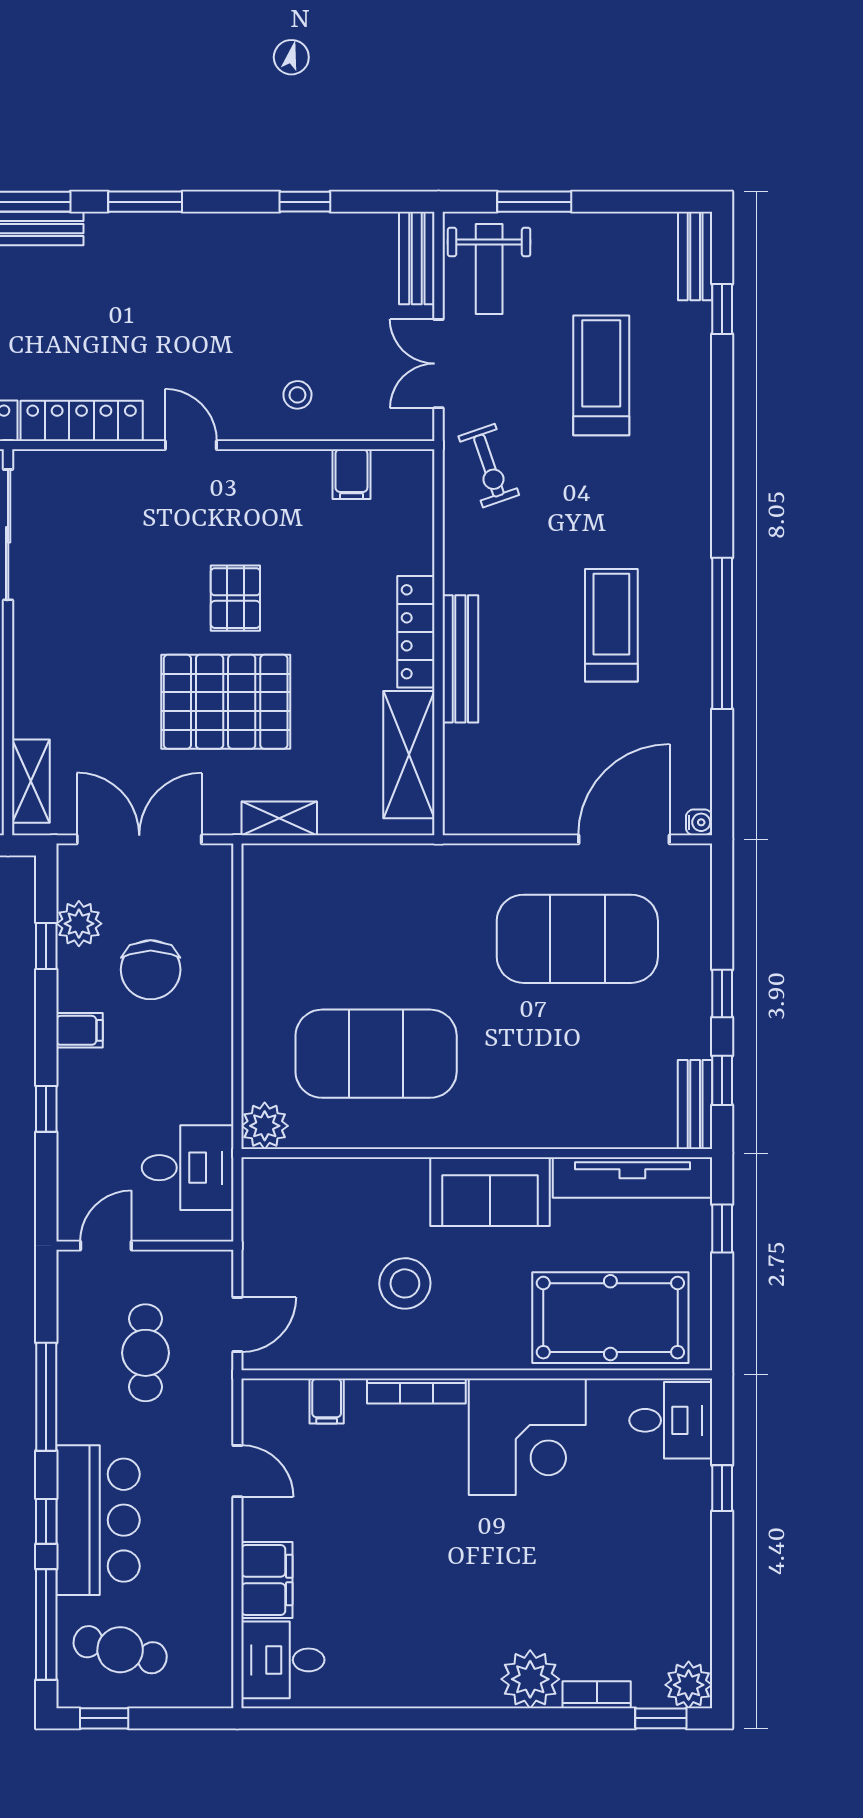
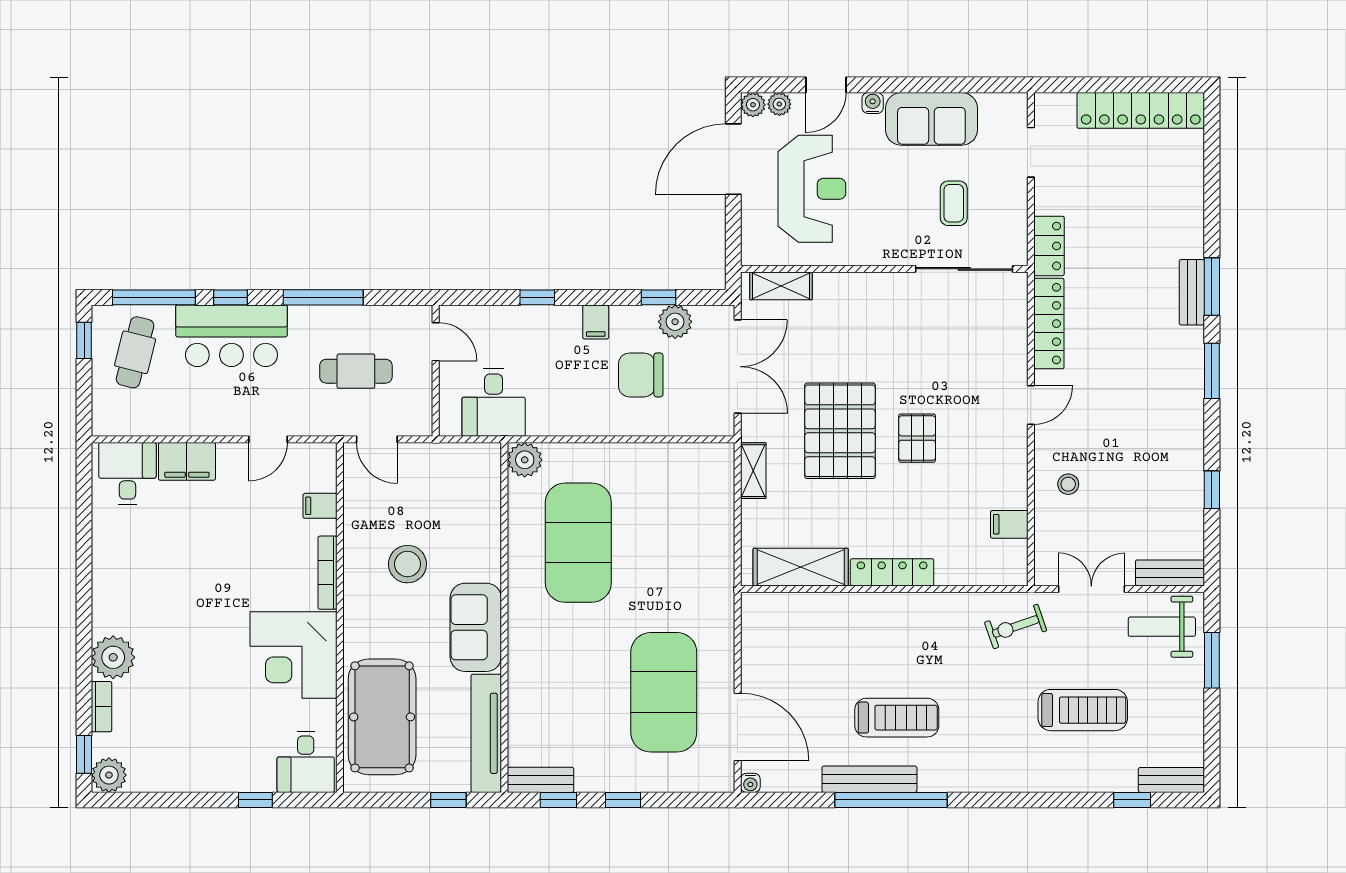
pallet: (235, 598) -> (917, 438), turned 90
bench: (460, 659) -> (869, 779), moved

